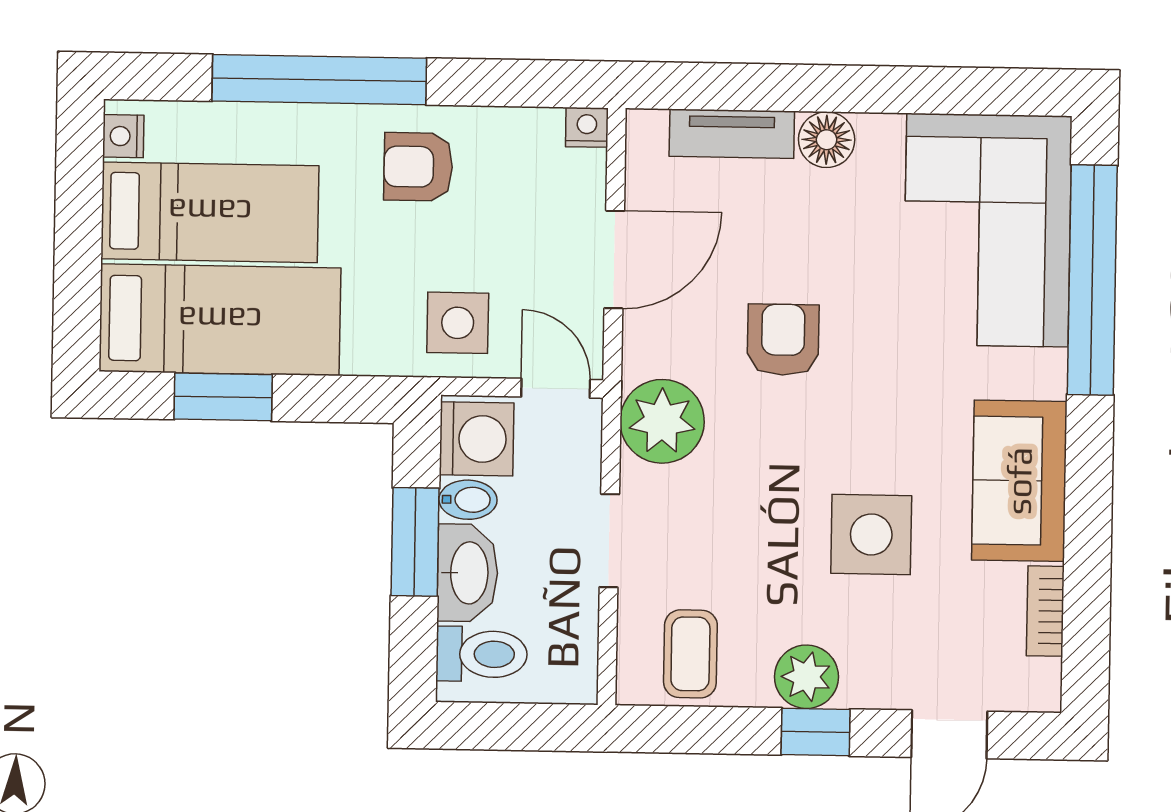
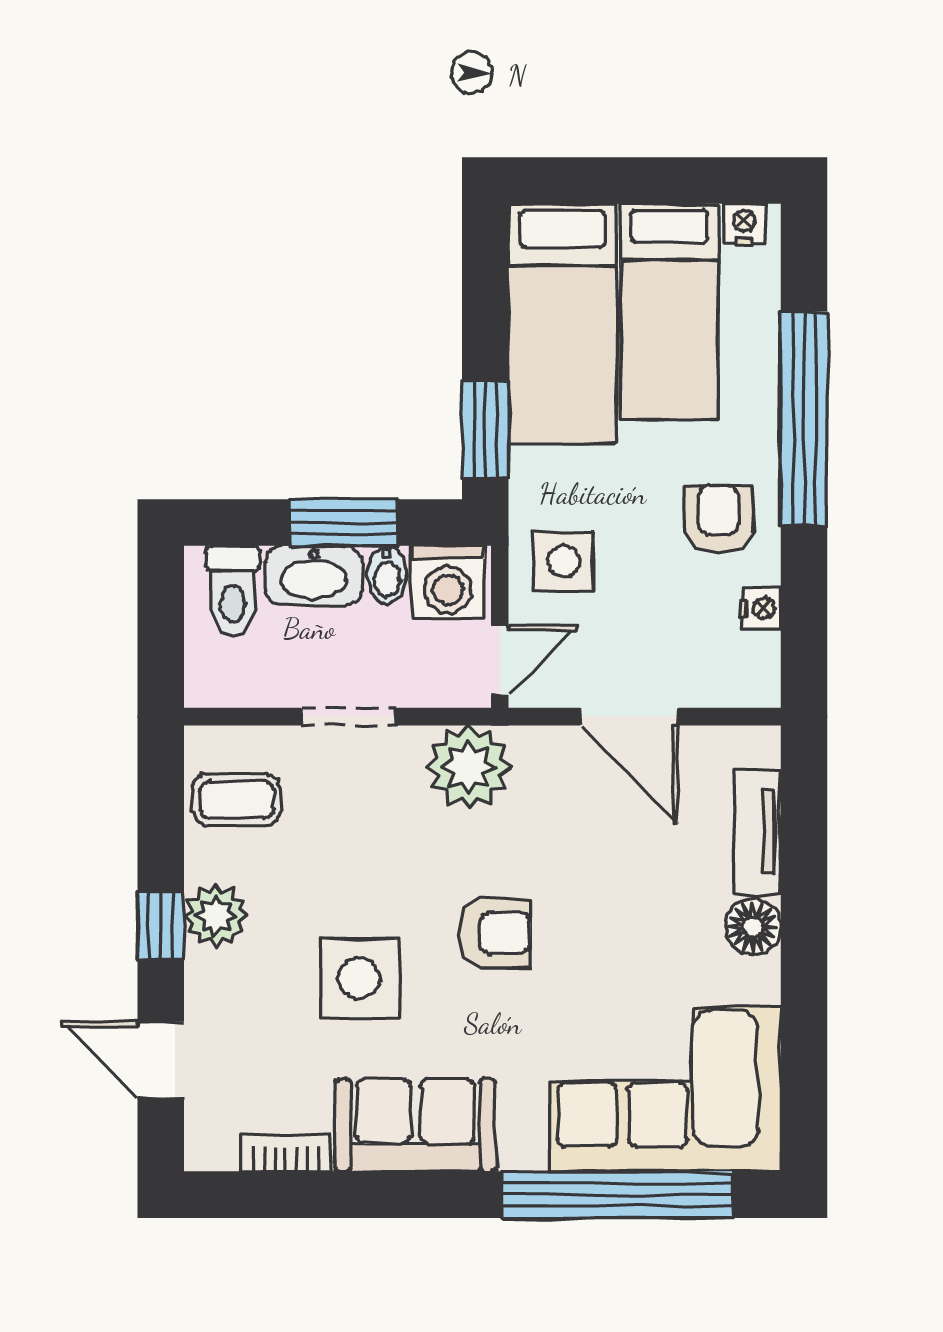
nightstand: (587, 127) -> (761, 608), moved
armchair: (783, 340) -> (495, 933), moved
window: (223, 397) -> (485, 430), moved

